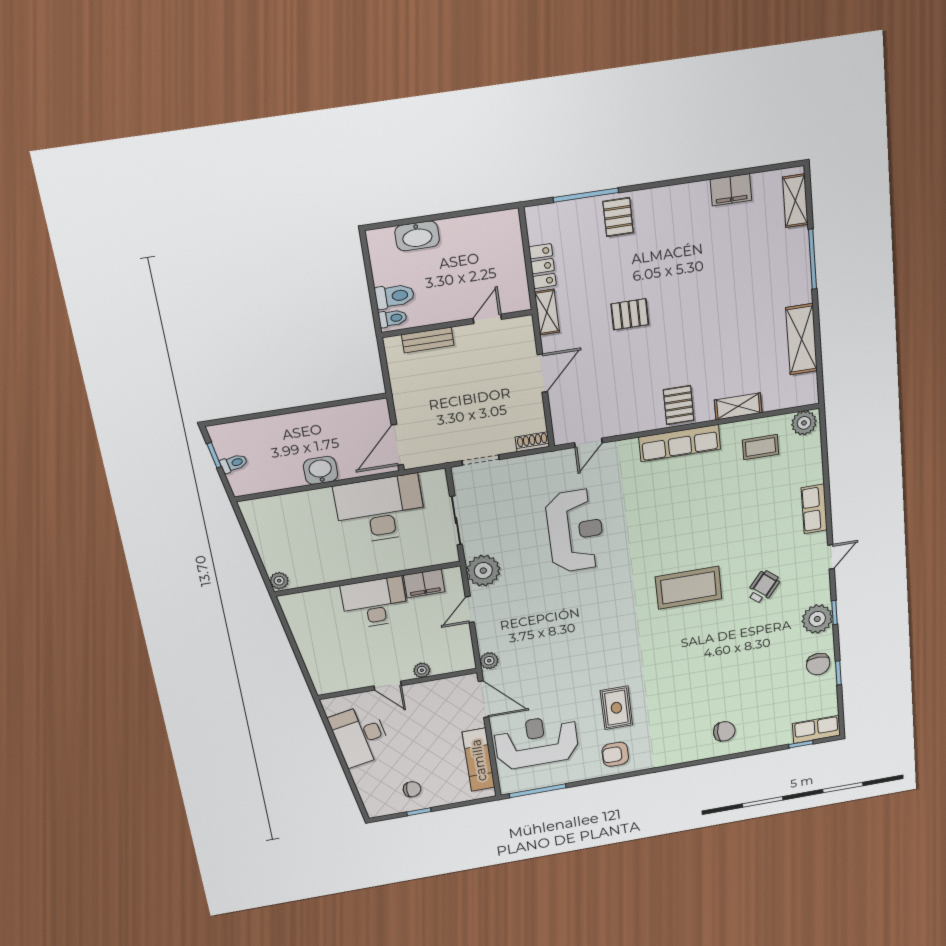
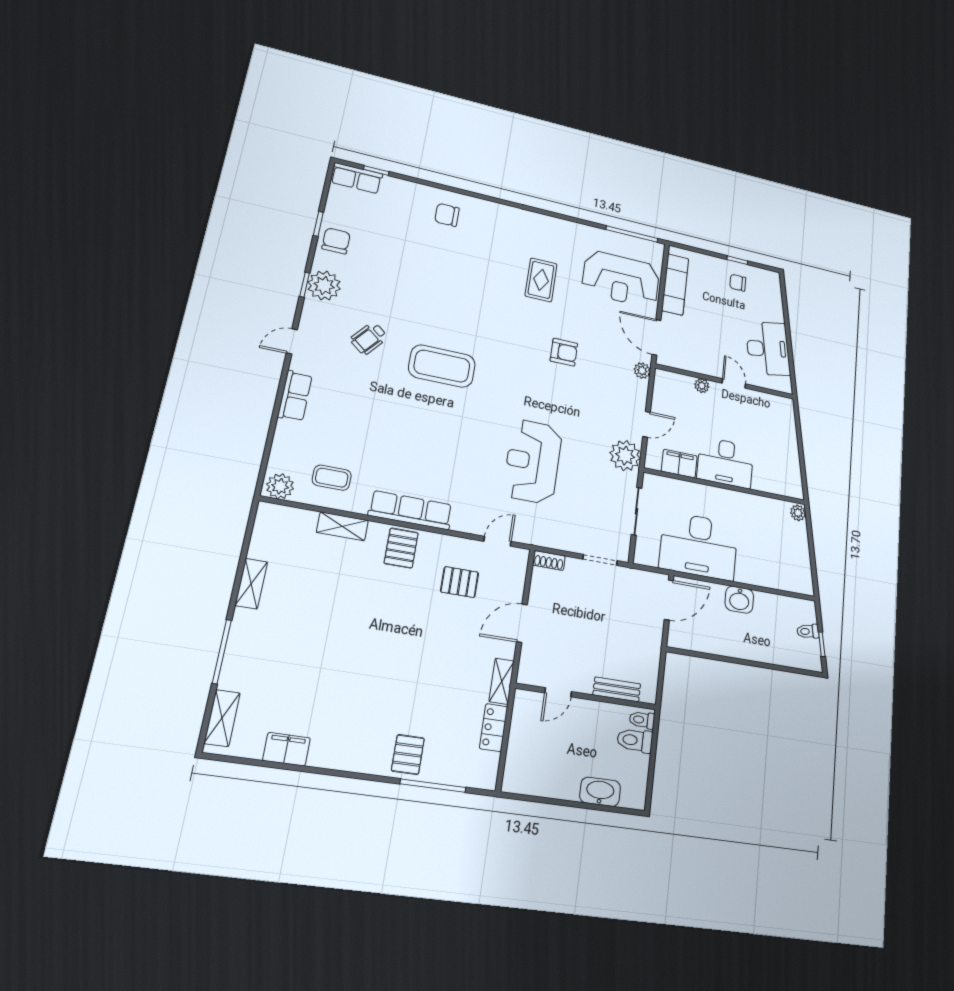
pallet: (630, 314) -> (460, 582), moved
shelving: (802, 339) -> (251, 584), width x0.67, depth x0.75
armchair: (615, 754) -> (564, 352), moved

